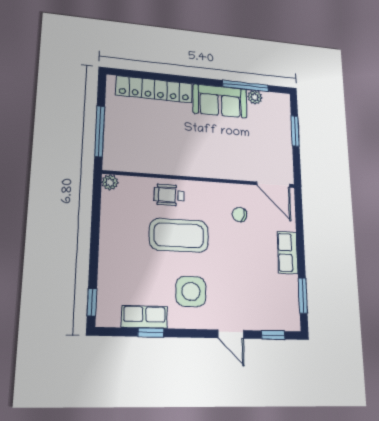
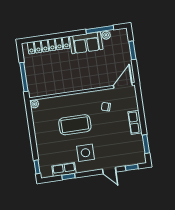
door: (273, 185) -> (123, 86), swing flipped
wheelchair: (169, 195) -> (66, 104), removed

